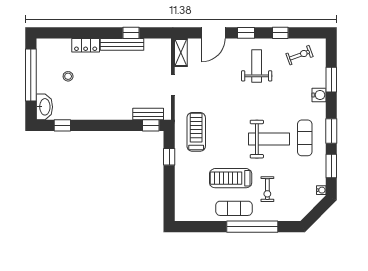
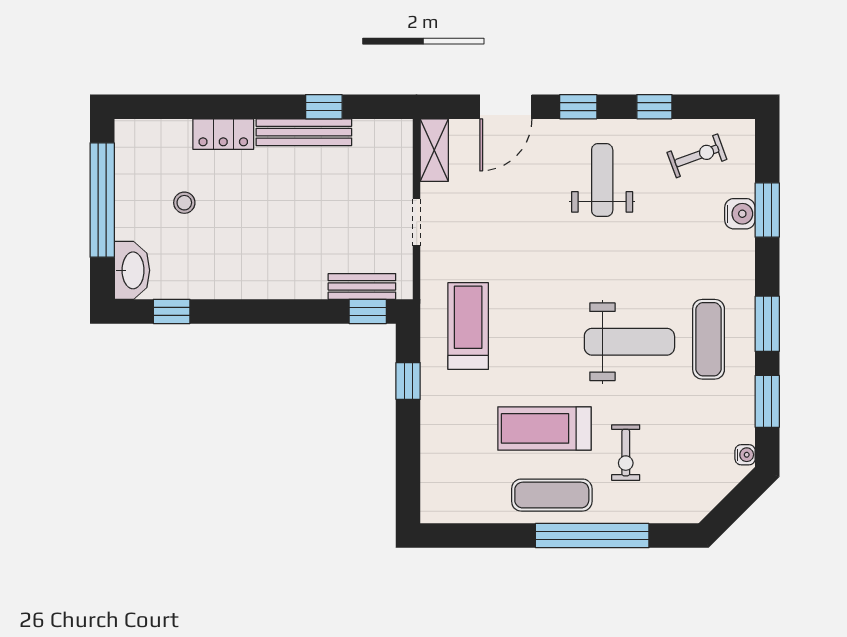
water cooler: (319, 95) -> (740, 214), moved

